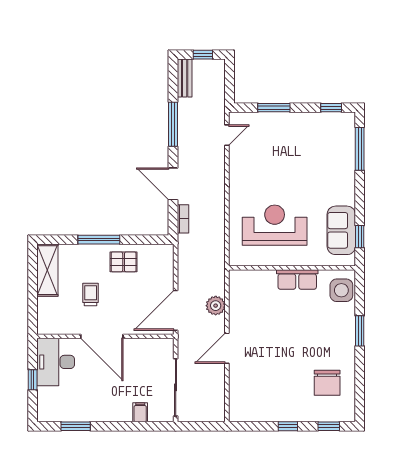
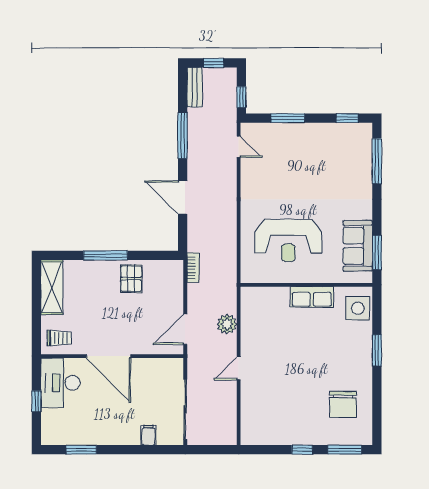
window: (229, 87) -> (241, 97), added
door: (227, 135) -> (239, 147), hinge flipped
bookcase: (183, 219) -> (193, 268), moved
reception desk: (275, 225) -> (288, 240), turned 180
window: (360, 237) -> (377, 252), width x1.50
pallet: (124, 262) -> (131, 279), turned 90
trolley: (91, 294) -> (59, 338), moved, turned 90
door: (176, 310) -> (185, 329), width x0.73
door: (227, 348) -> (239, 368), width x0.73
window: (329, 426) -> (345, 450), width x1.50

